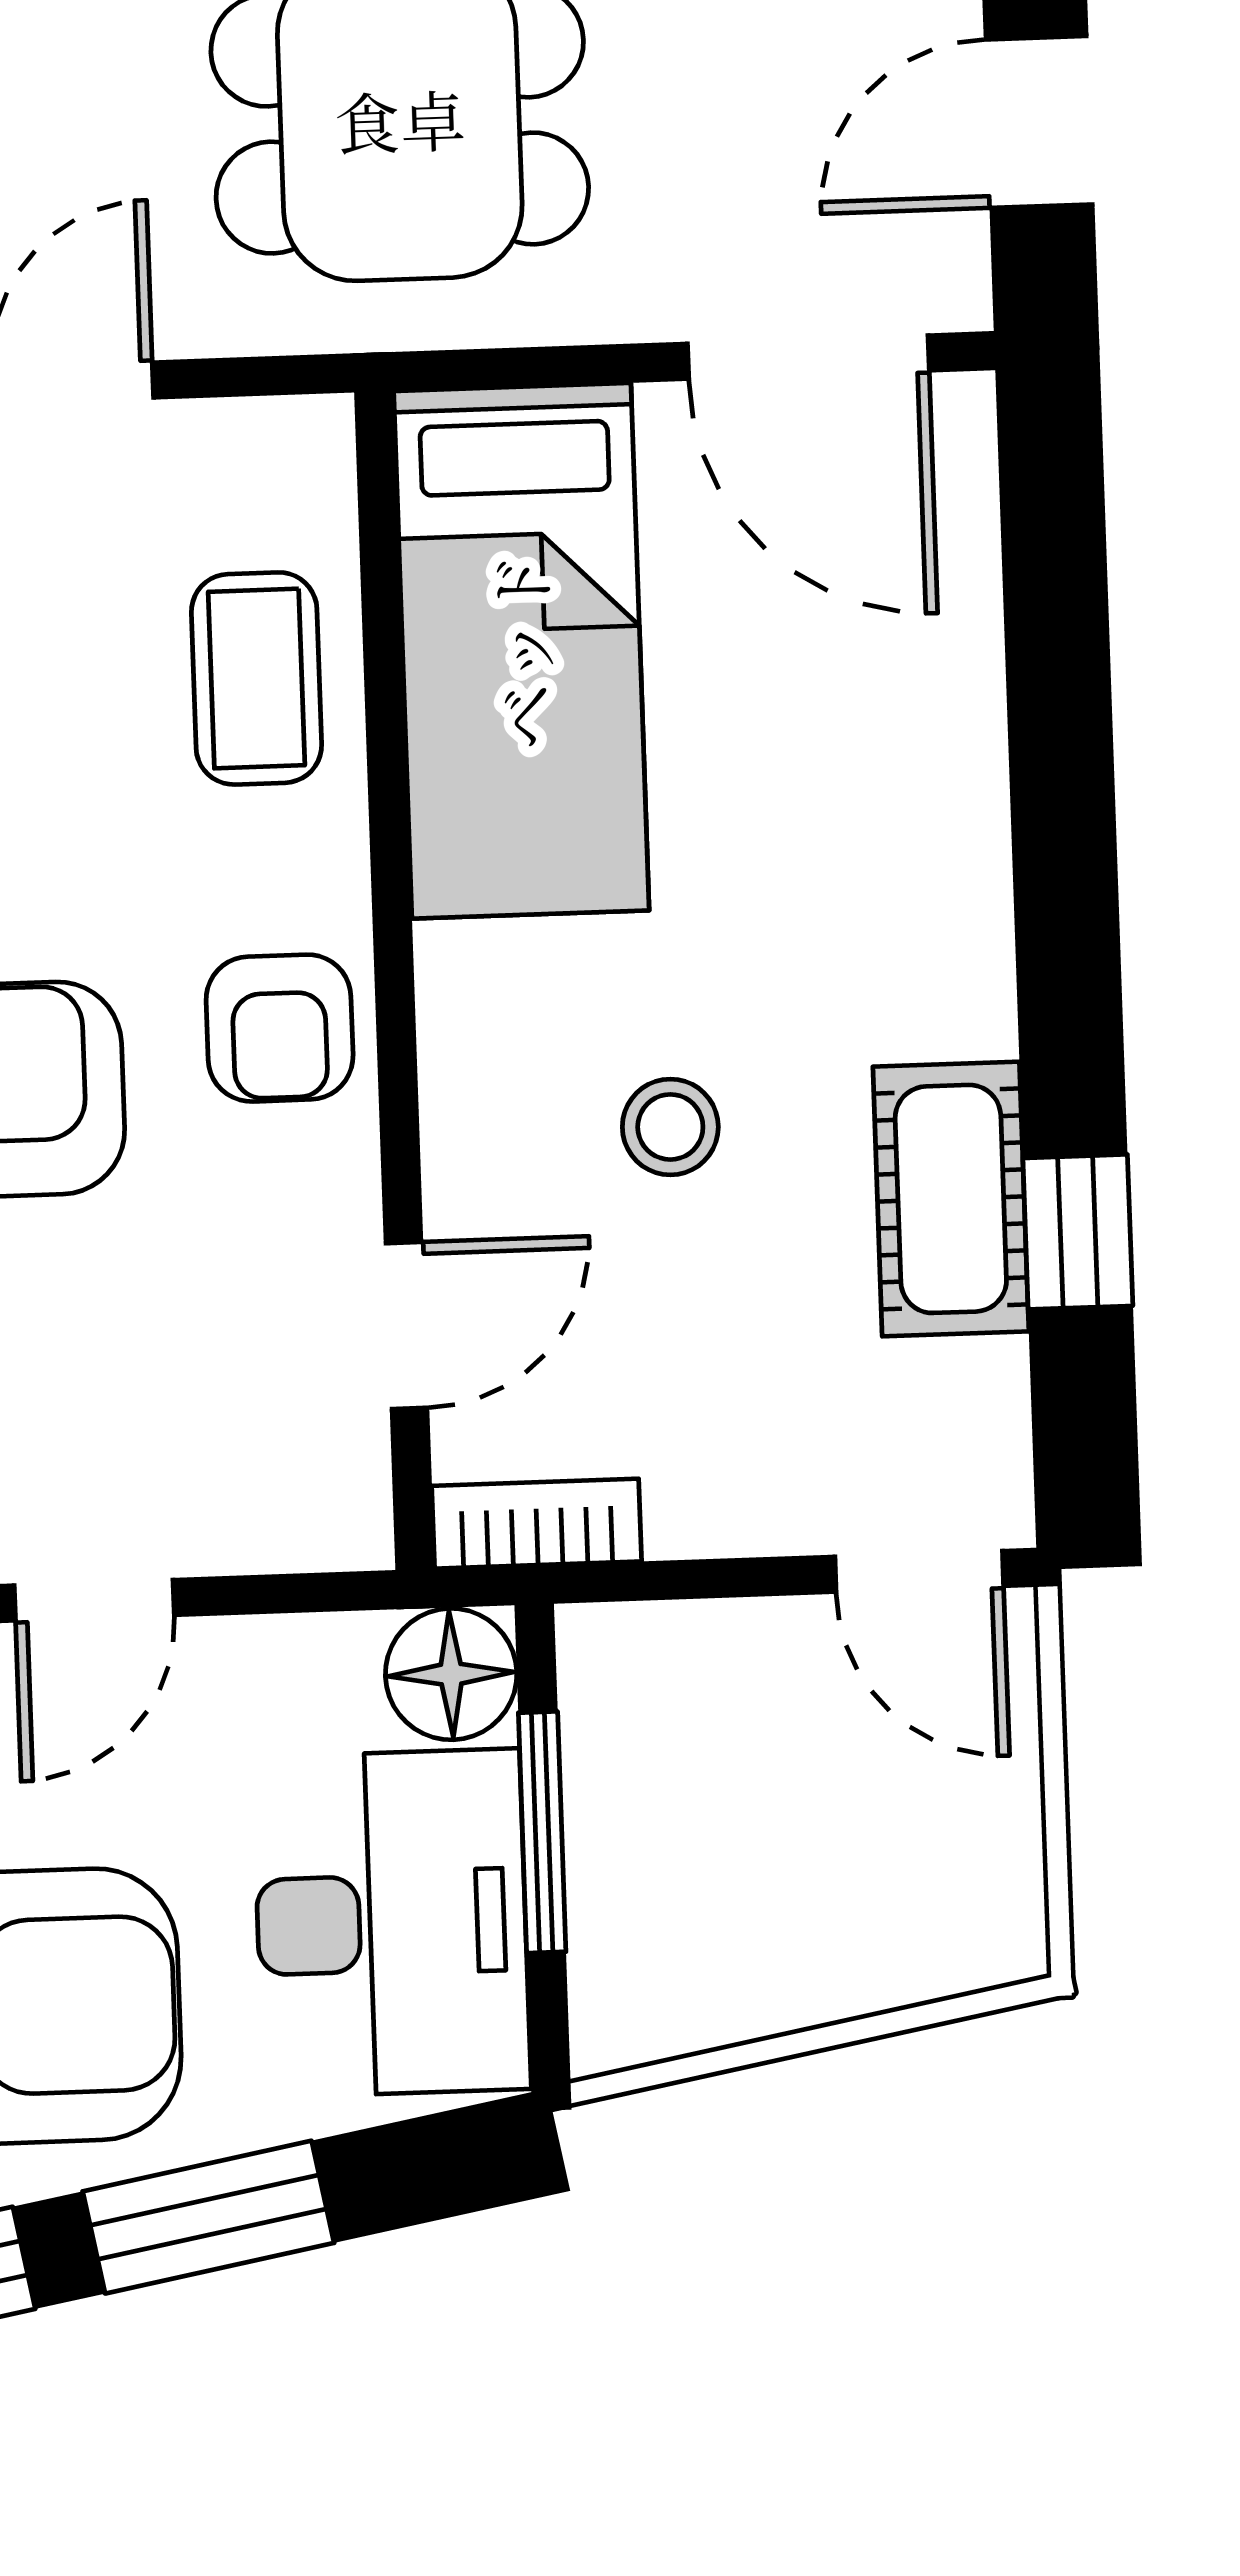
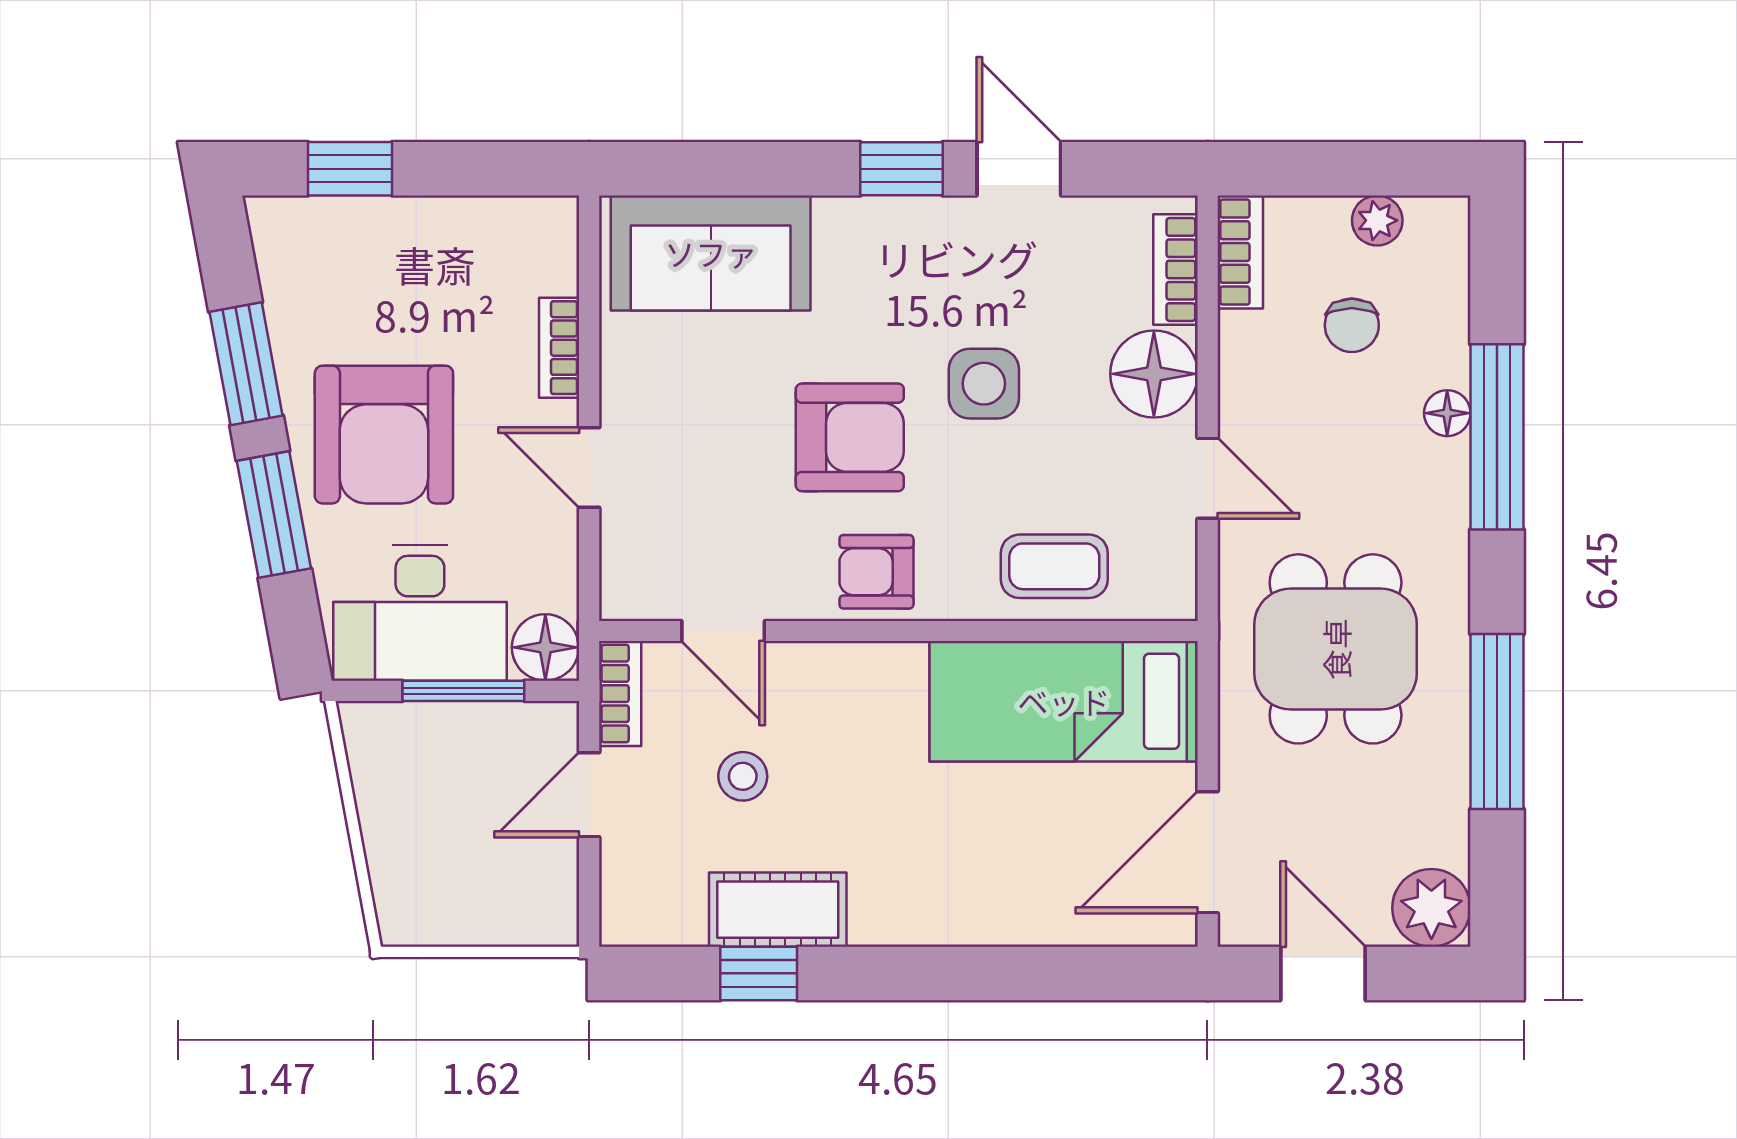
stool: (670, 1127) -> (743, 776), moved
door: (919, 1571) -> (589, 795), moved

